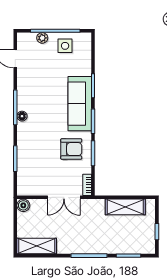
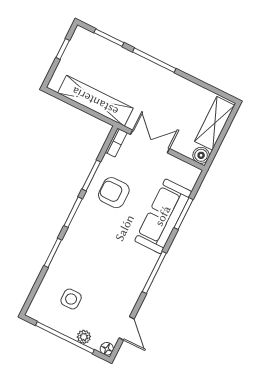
side table: (65, 46) -> (71, 299), moved
sofa: (80, 104) -> (163, 216), moved, turned 180
floor lamp: (22, 116) -> (107, 349), moved
shelving: (125, 207) -> (95, 101), width x1.47
shelving: (37, 246) -> (215, 123), moved, turned 90

